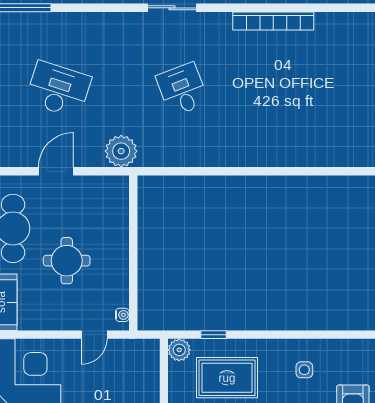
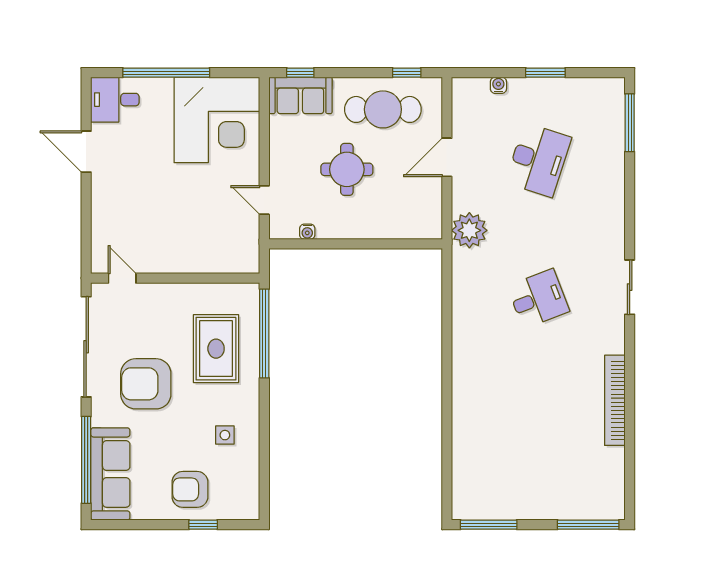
door: (56, 171) -> (447, 157), swing flipped
water cooler: (122, 315) -> (307, 232), moved
window: (213, 335) -> (264, 334), width x3.17
plant: (179, 350) -> (247, 295), removed

